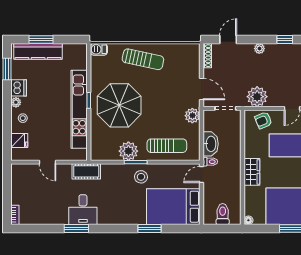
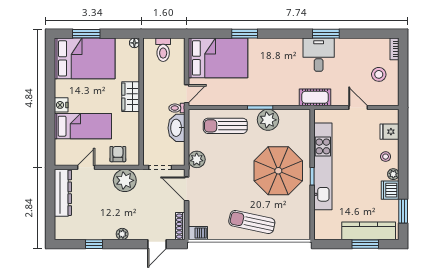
barbecue: (99, 49) -> (198, 233), moved
armchair: (263, 120) -> (118, 154), turned -67
stool: (141, 177) -> (379, 74), moved

